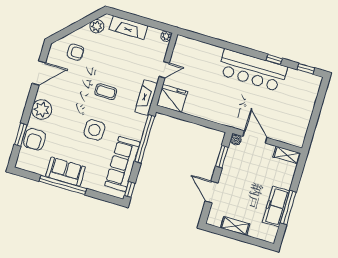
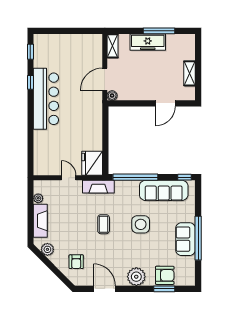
plant: (166, 36) -> (38, 198), moved
armchair: (75, 52) -> (76, 262), turned 180
window: (222, 157) -> (131, 103), removed
freezer: (276, 207) -> (148, 42), moved

